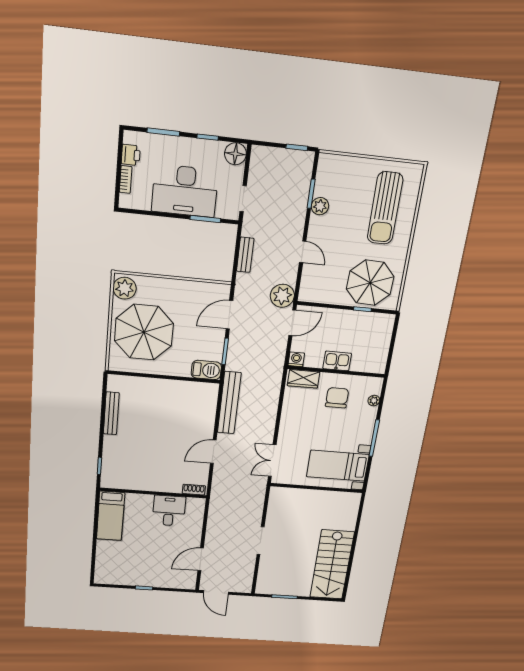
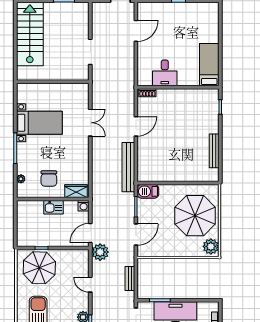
wall: (317, 488) -> (53, 82), moved

